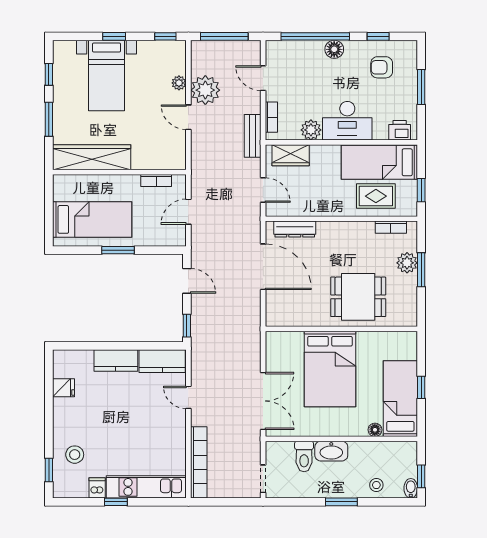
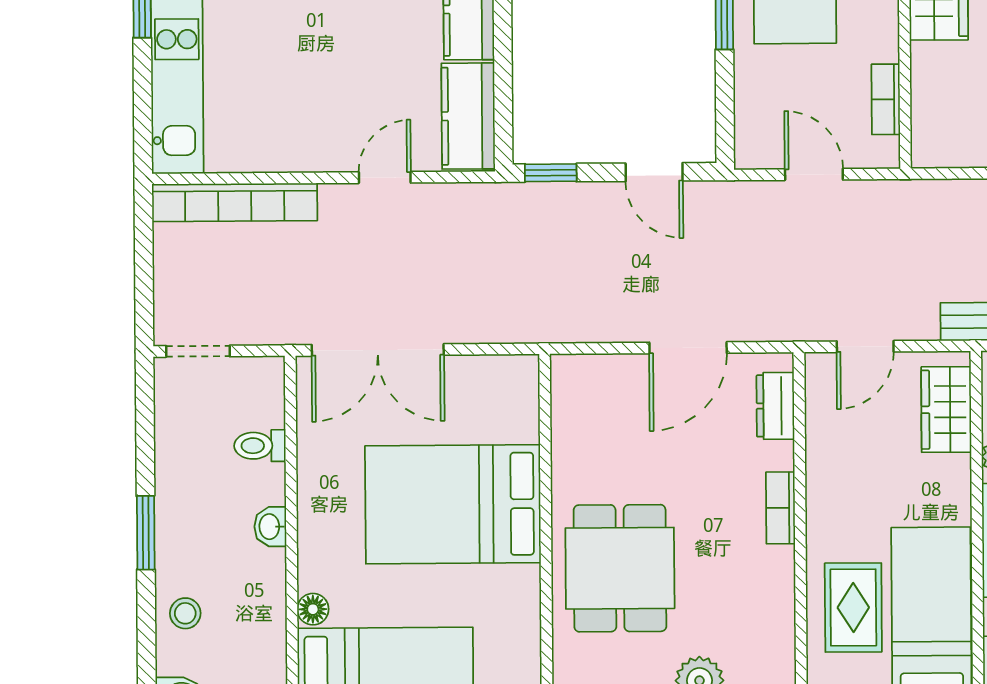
bookcase: (391, 227) -> (781, 508), moved
dresser: (295, 229) -> (775, 406), width x0.70
door: (263, 267) -> (688, 348), width x0.73
door: (187, 281) -> (654, 172), hinge flipped
washbasin: (331, 451) -> (270, 527), width x0.52, depth x0.69
toilet: (304, 457) -> (260, 446), width x0.73, depth x0.72

